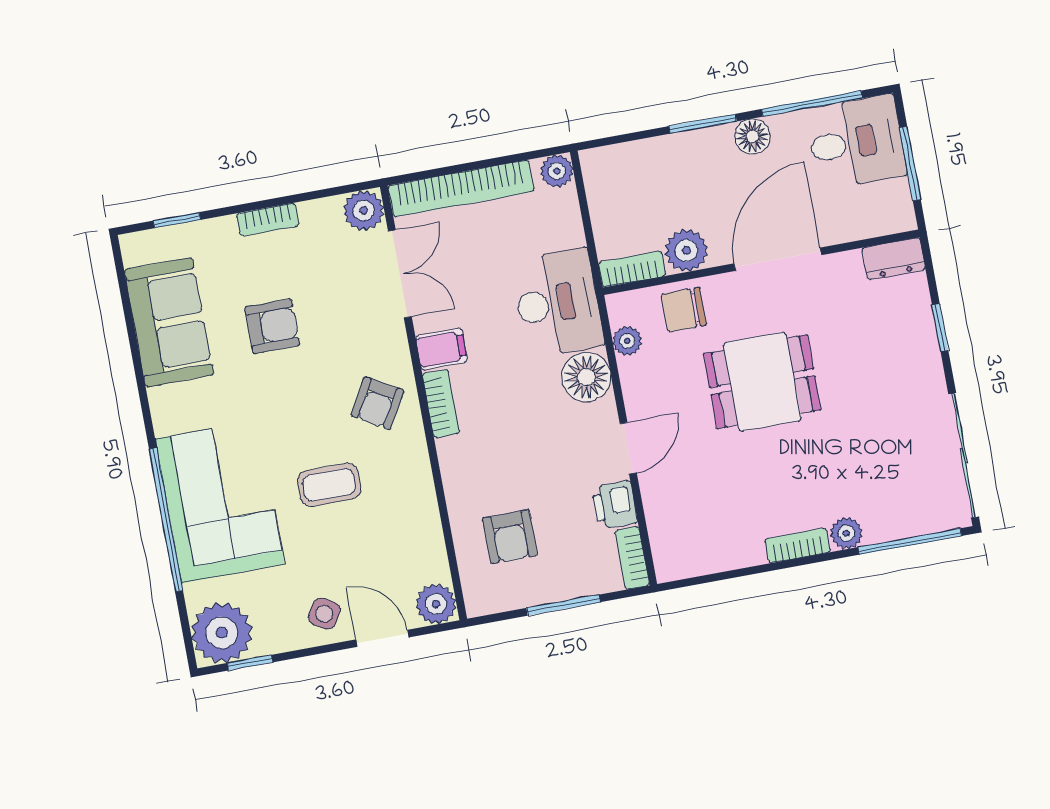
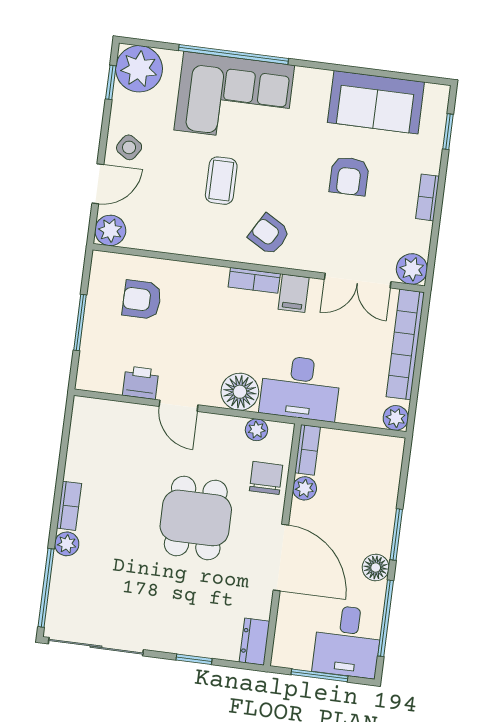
plant: (686, 250) -> (305, 488), width x0.73, depth x0.73
bookcase: (632, 558) -> (98, 383), removed

